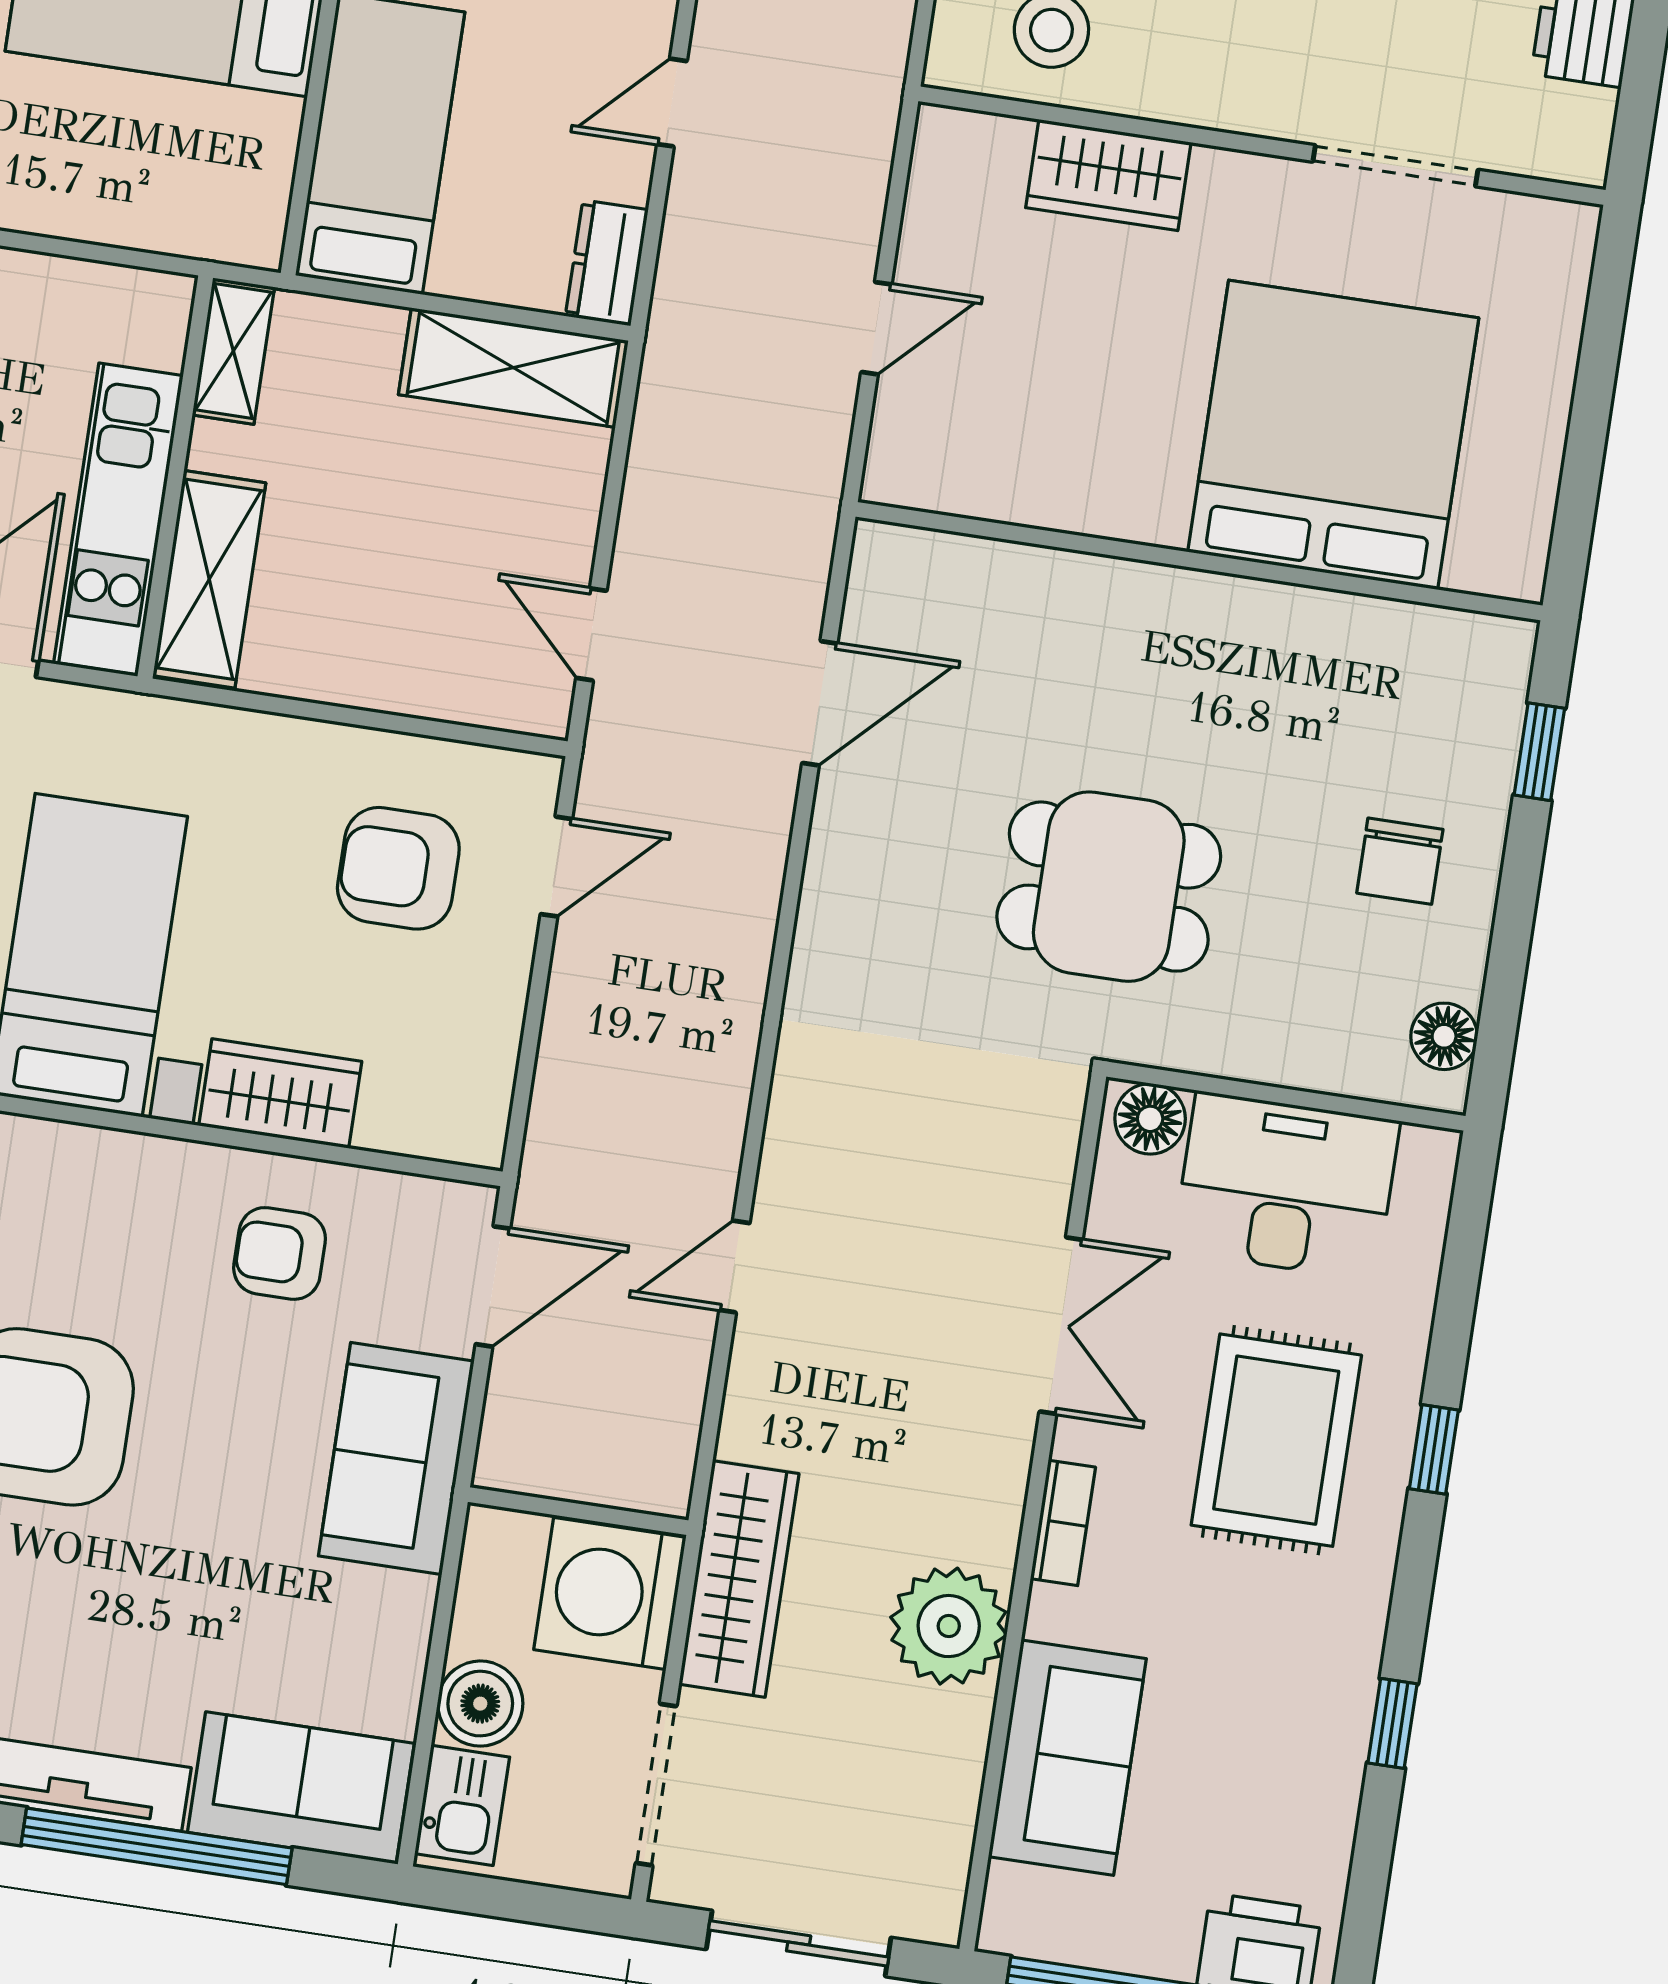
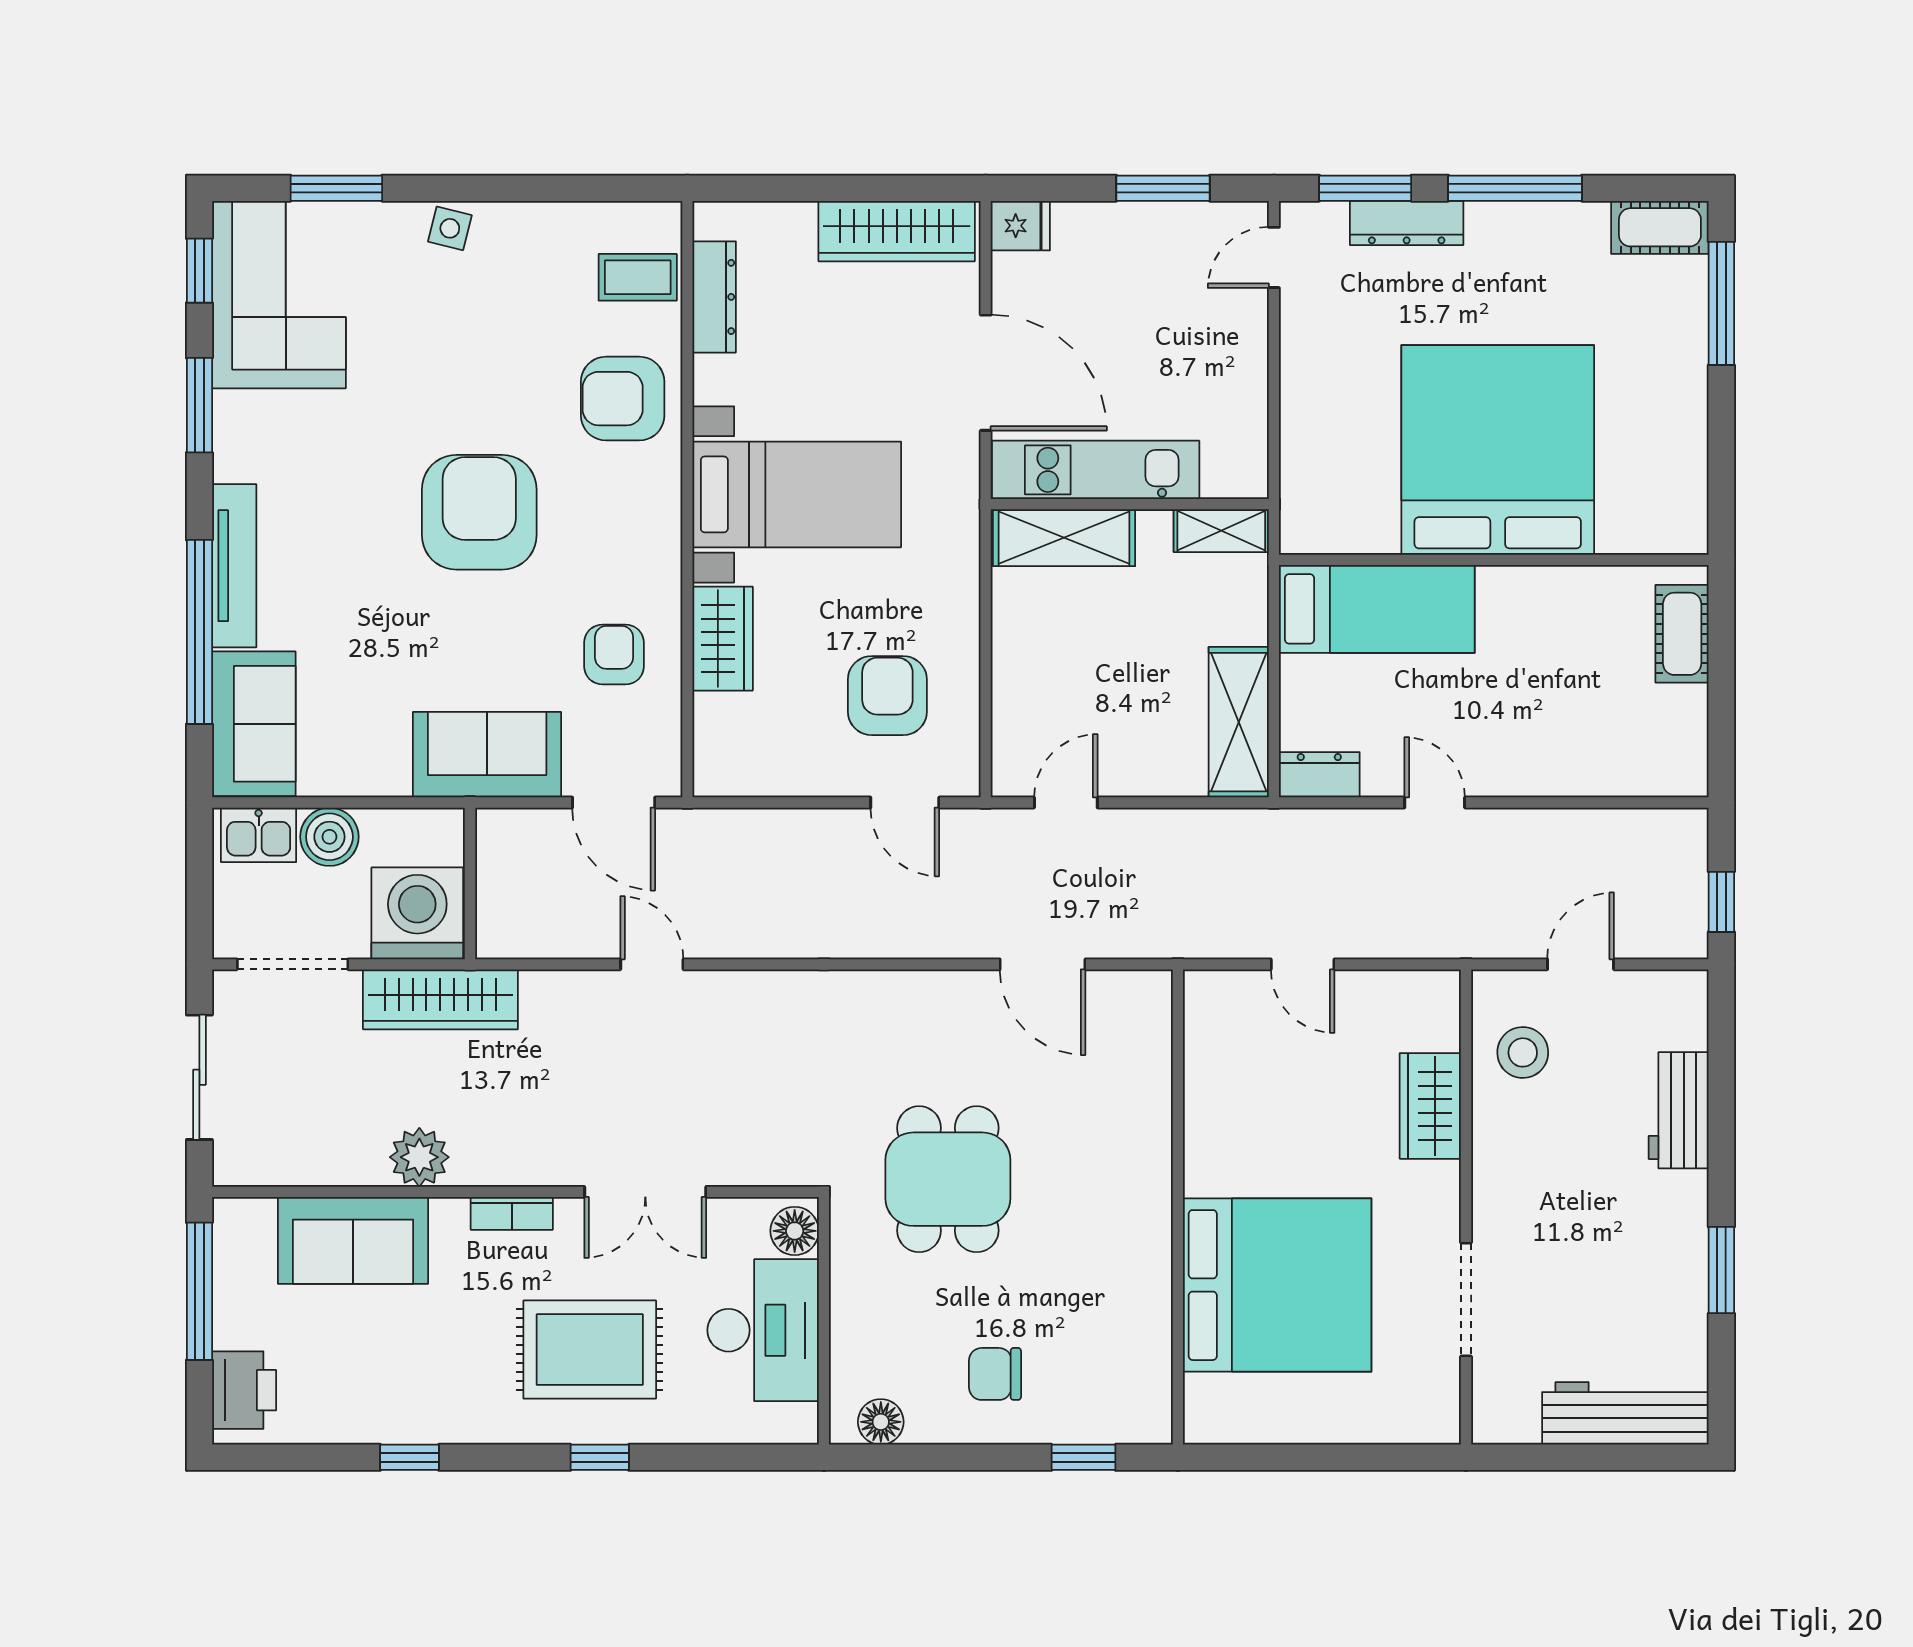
plant: (949, 1626) -> (419, 1157), width x0.73, depth x0.73

